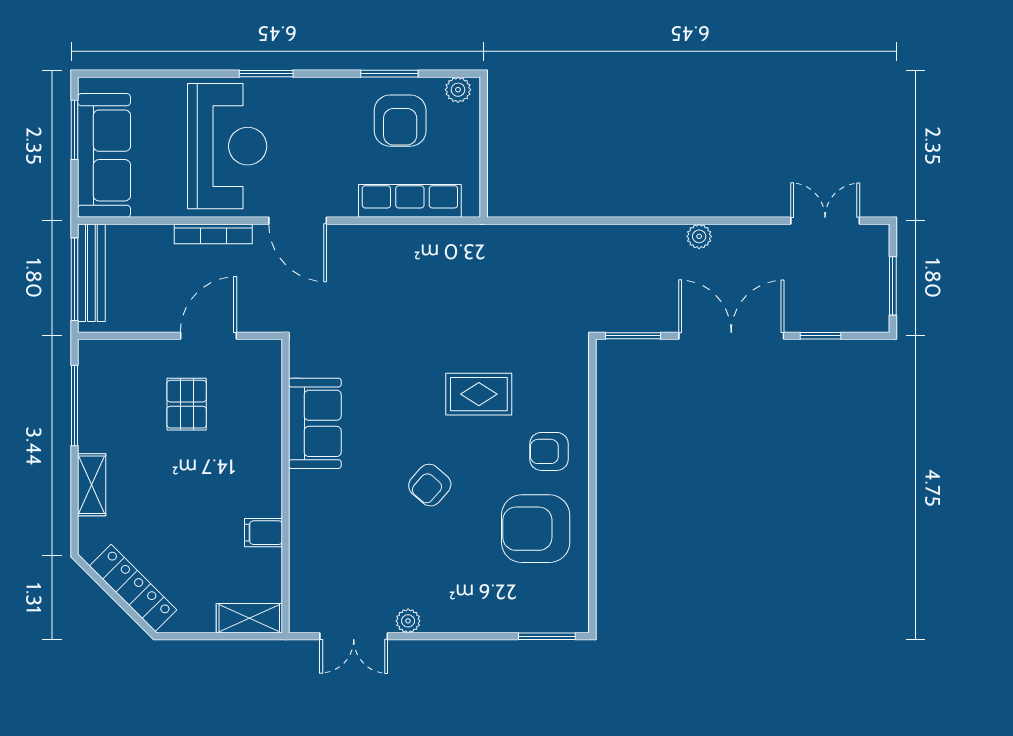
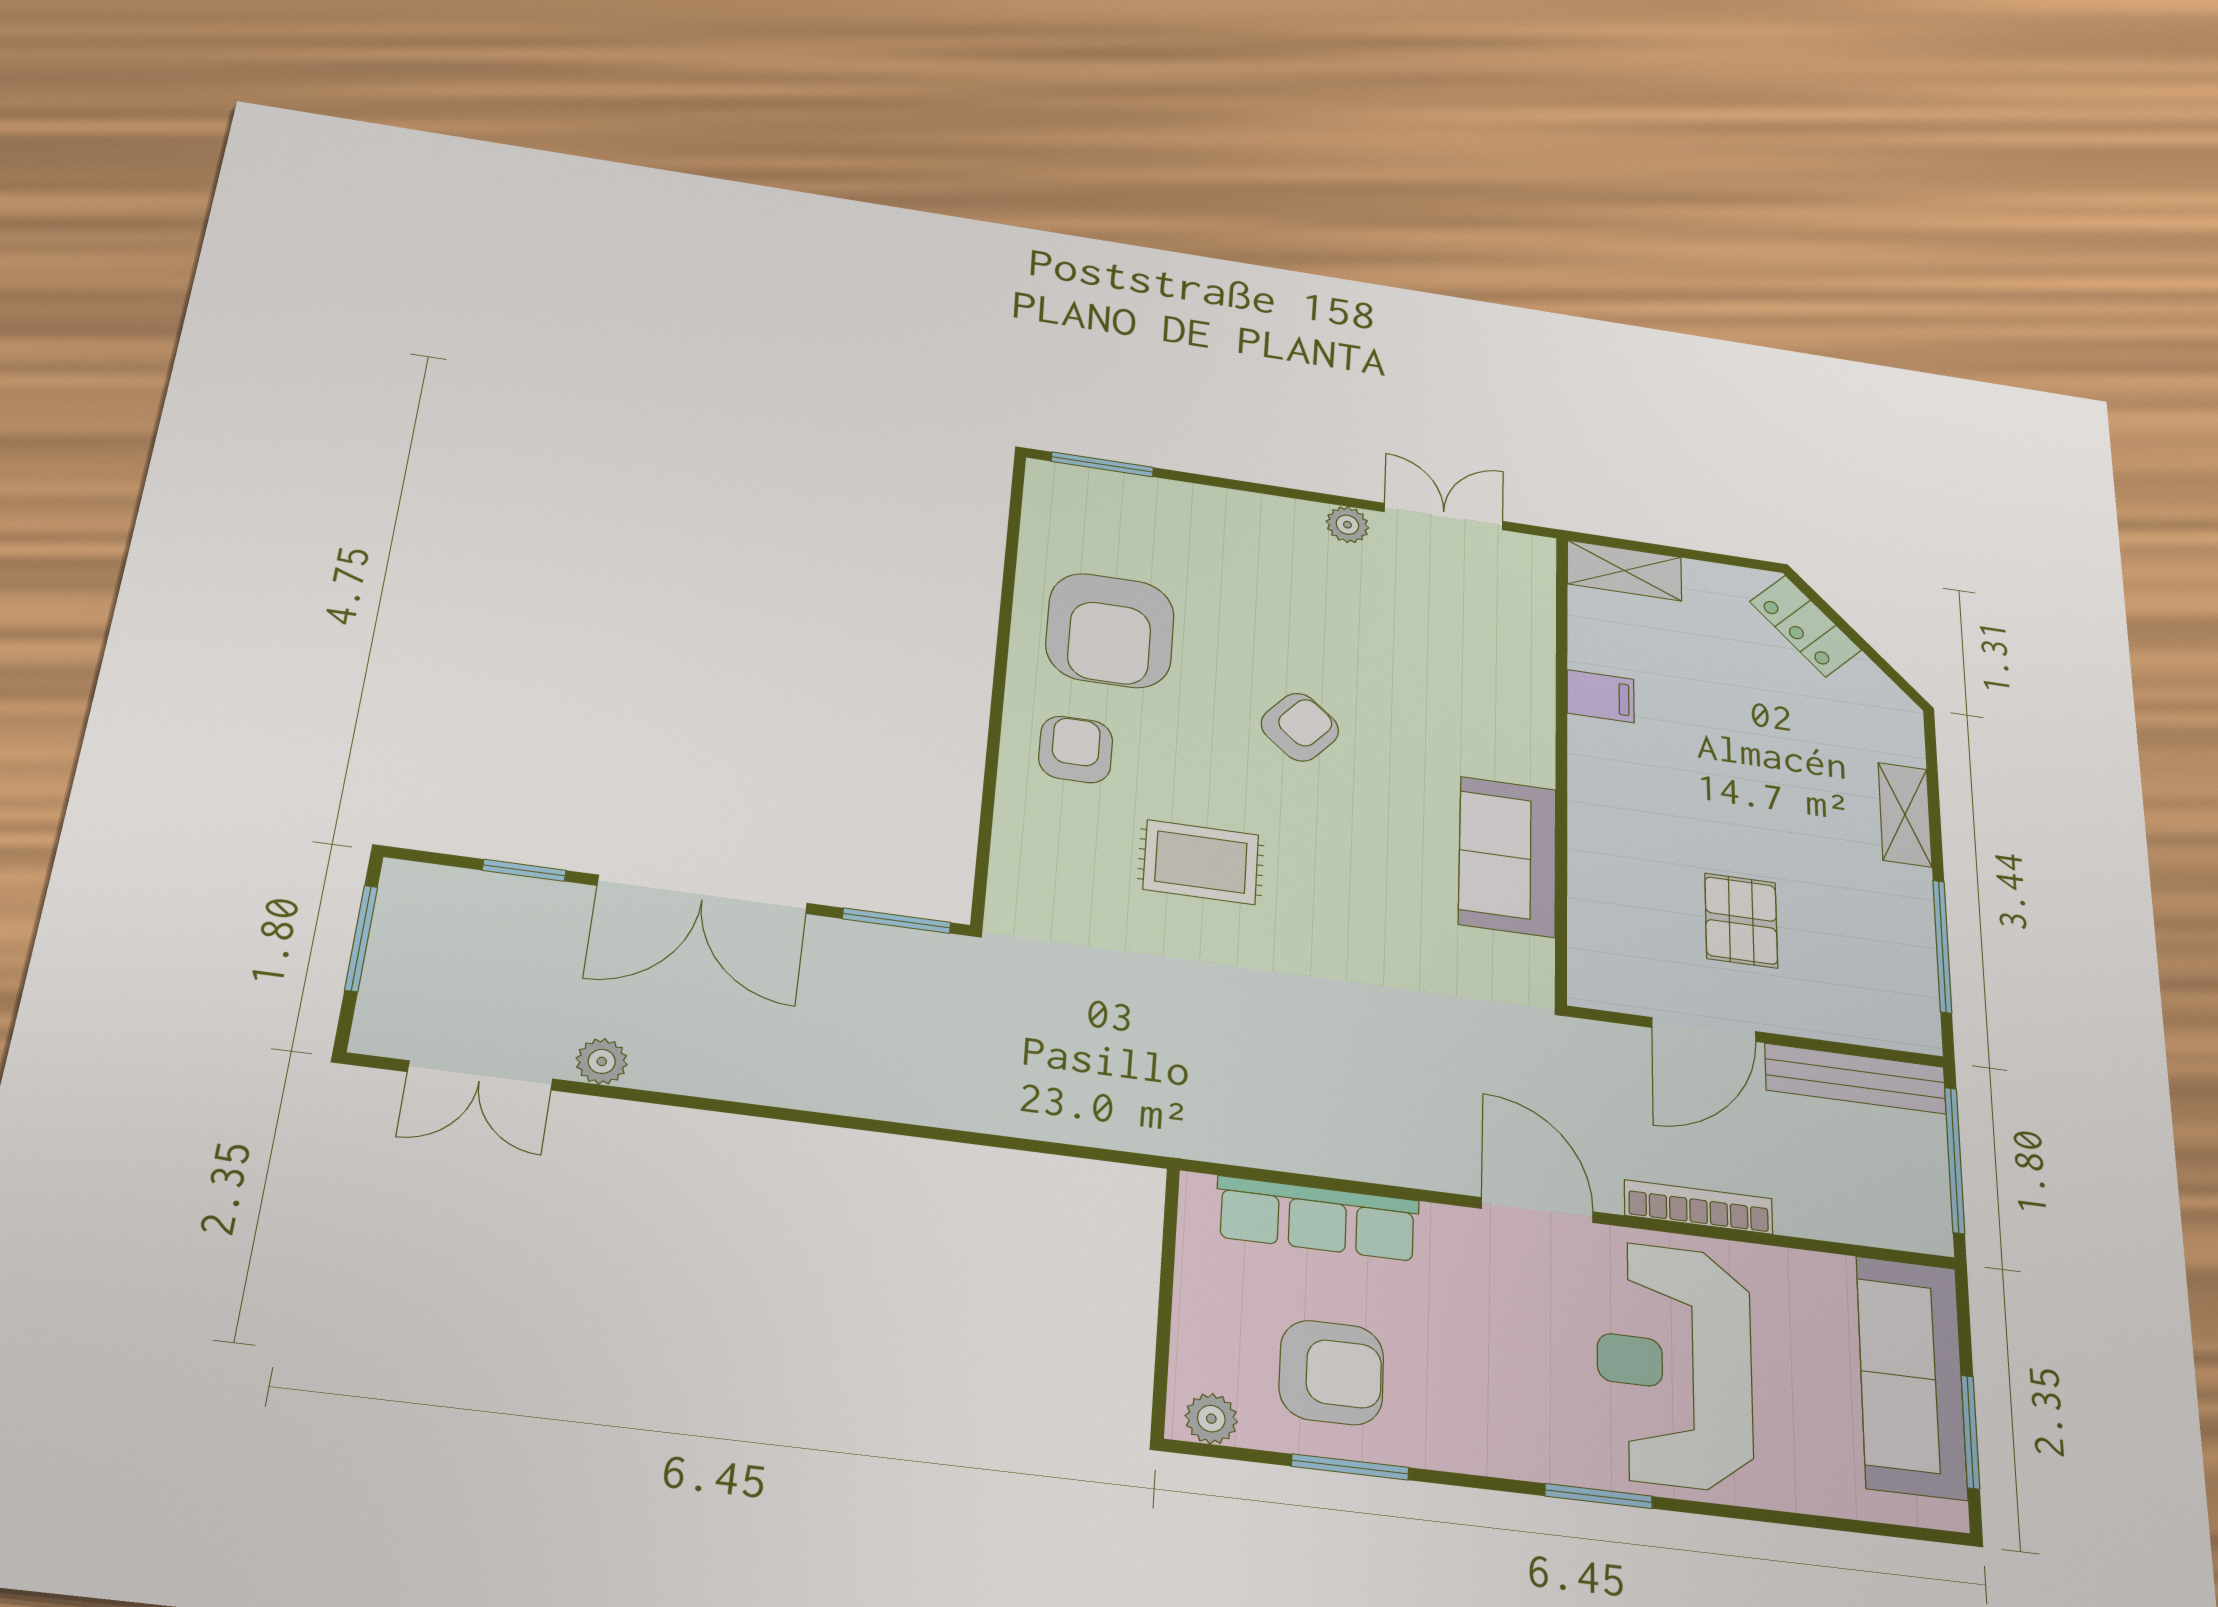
armchair: (400, 121) -> (1331, 1372), turned 90
plant: (699, 236) -> (602, 1061), moved
bench: (91, 273) -> (1855, 1079), moved, turned 90
armchair: (549, 451) -> (1076, 749), turned -90
armchair: (536, 529) -> (1110, 630), turned 90
locker: (133, 588) -> (1805, 626), width x0.66

